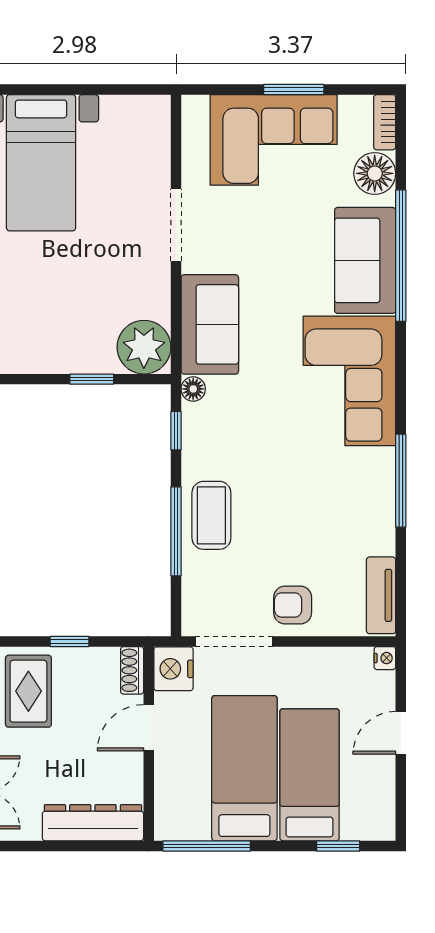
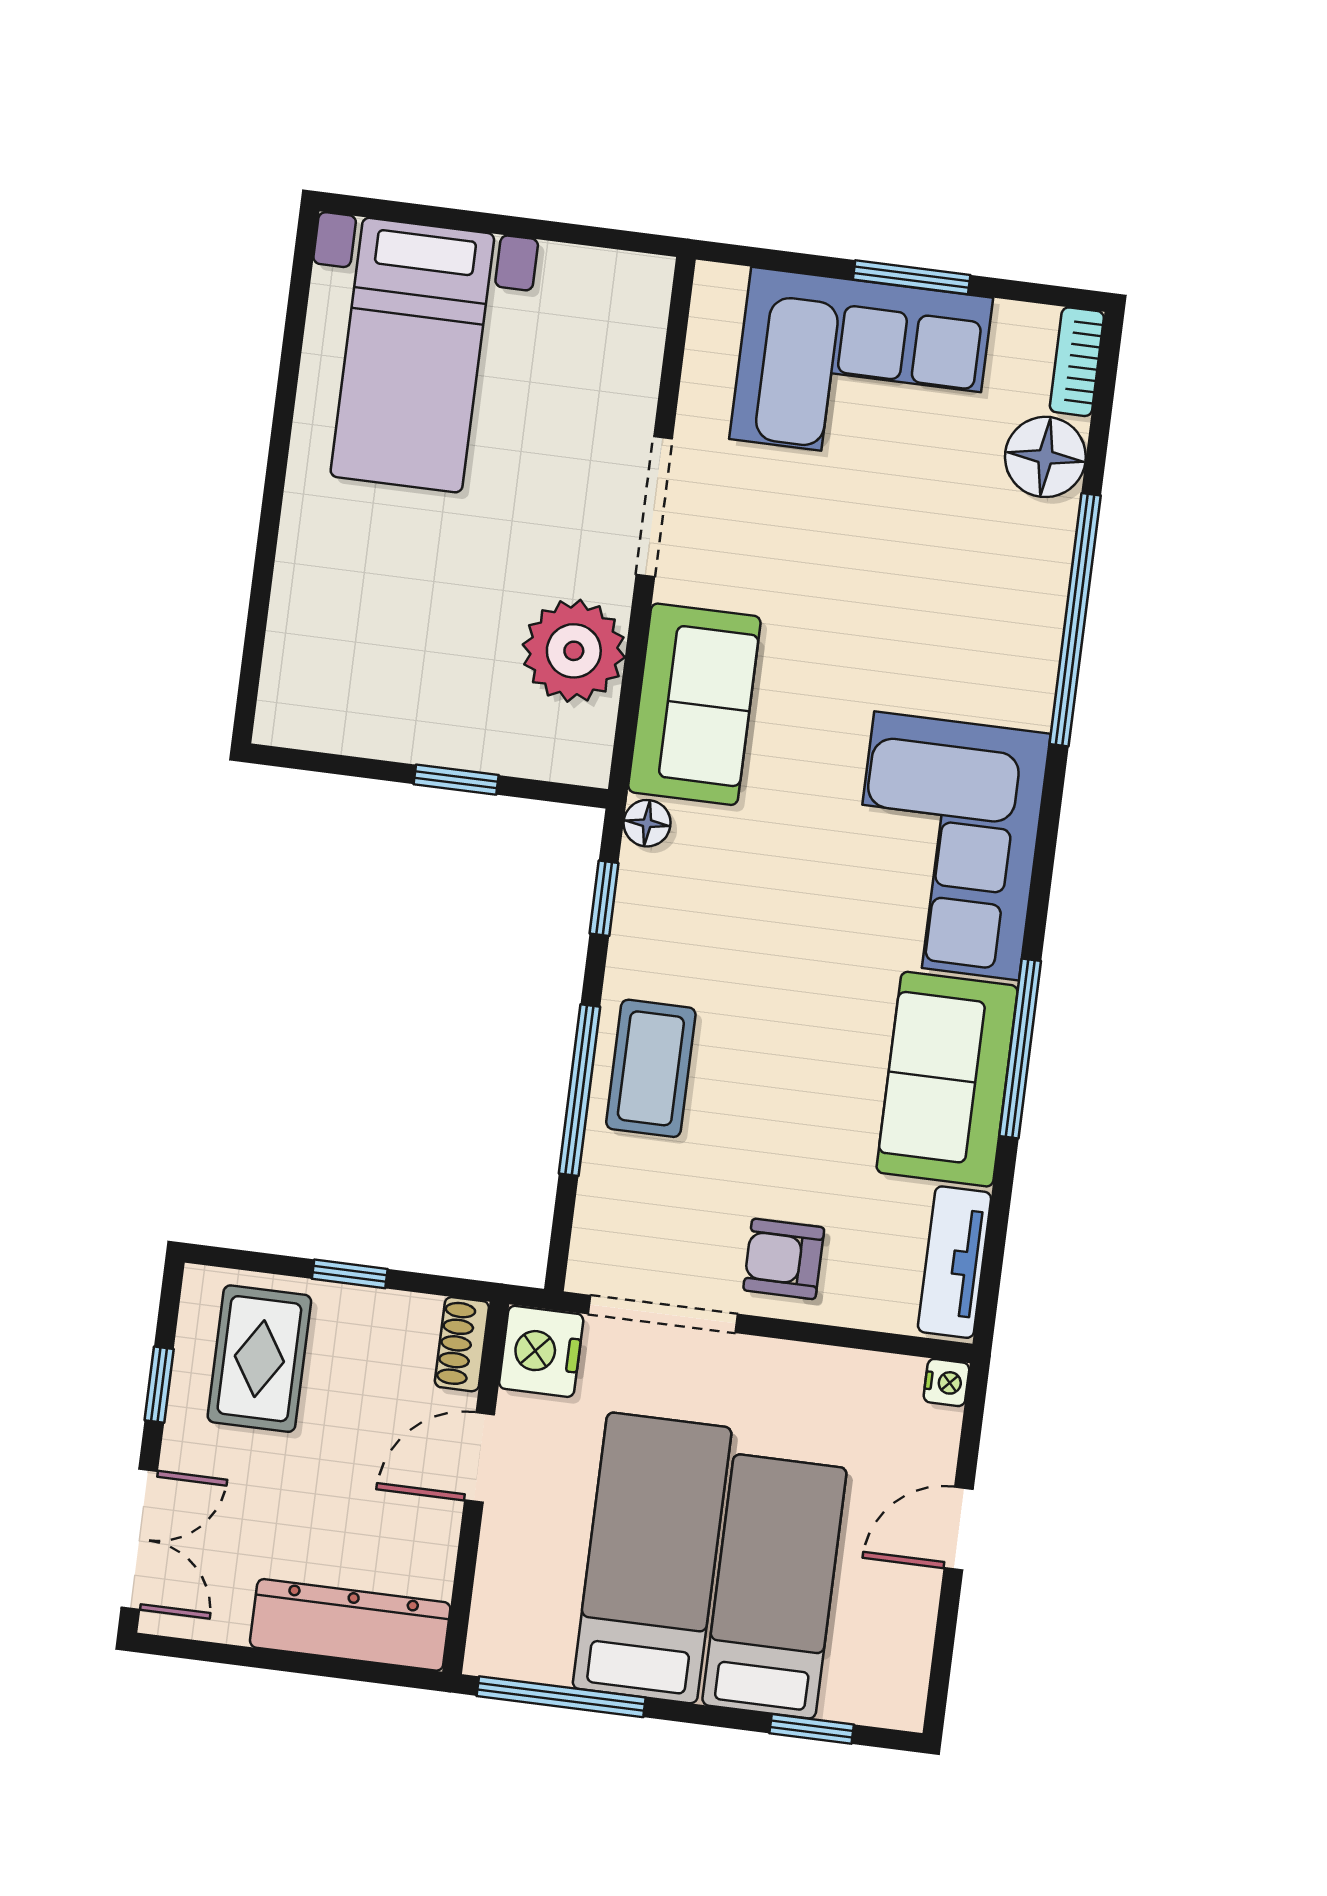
sofa: (365, 260) -> (947, 1079), moved
plant: (144, 347) -> (574, 651), moved

